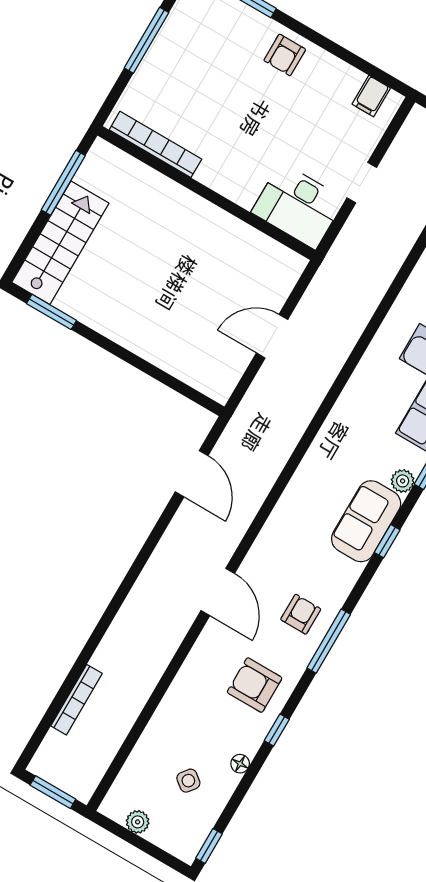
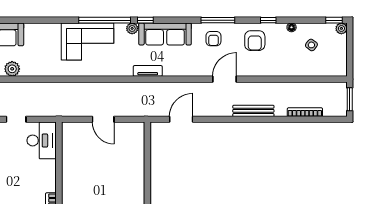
tv unit: (311, 465) -> (148, 71), added
sofa: (366, 521) -> (165, 34), width x1.36
window: (387, 541) -> (145, 20), moved
bench: (132, 610) -> (253, 111), added
armchair: (301, 614) -> (213, 39), turned -90
plant: (138, 822) -> (341, 28), moved

